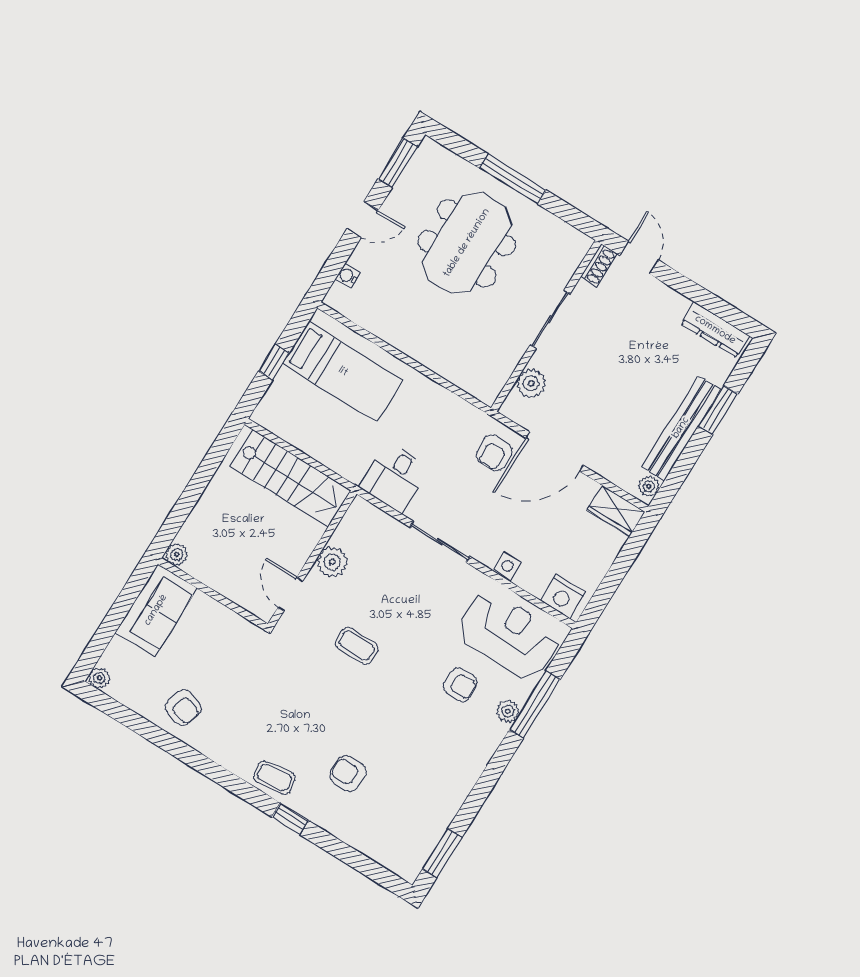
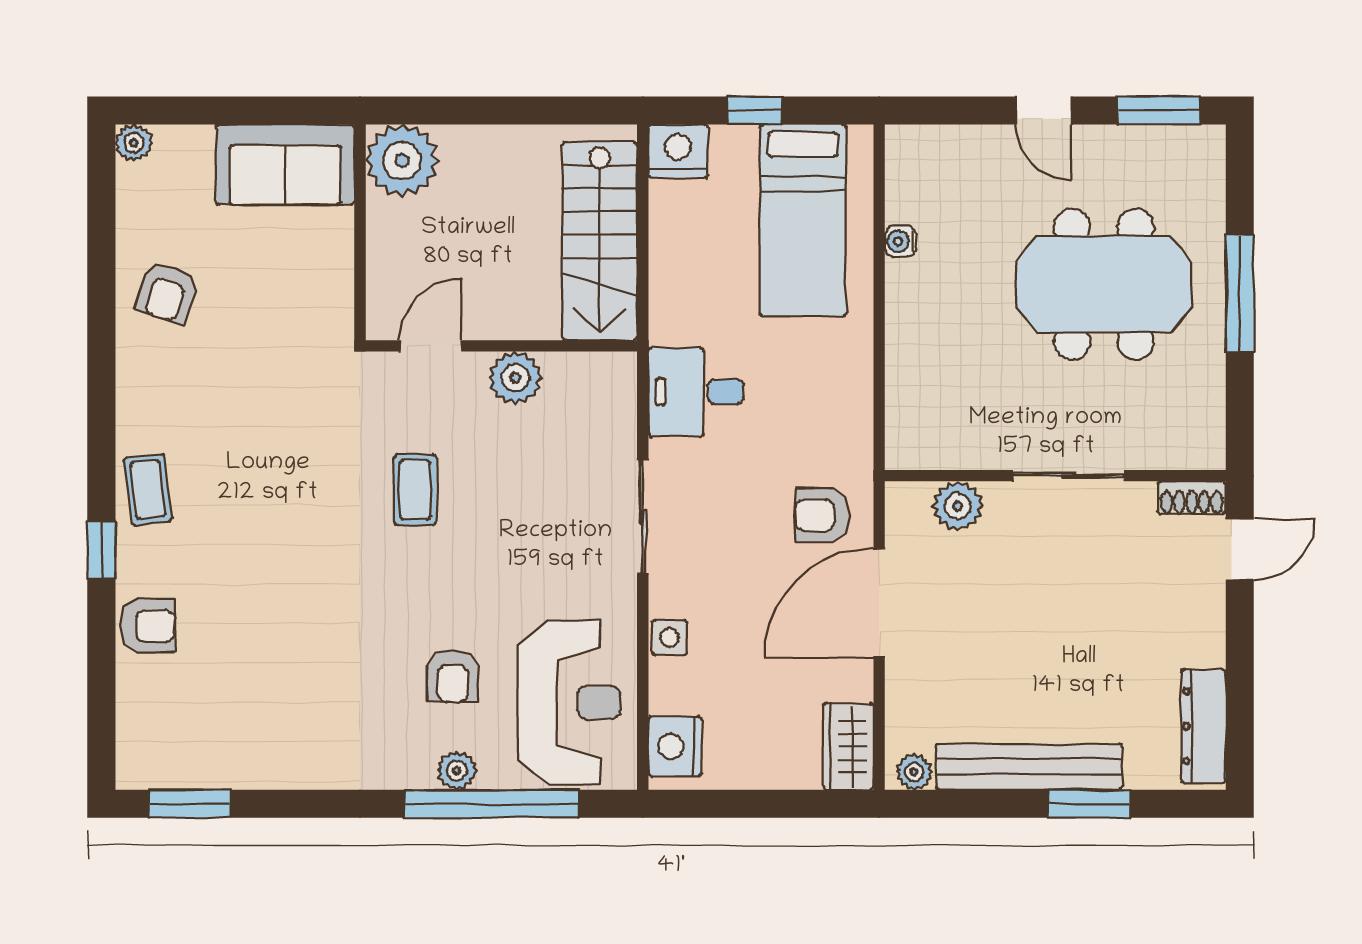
water cooler: (348, 276) -> (900, 241), moved, turned -90
nightstand: (270, 412) -> (678, 151), added
door: (555, 452) -> (879, 603), hinge flipped
plant: (177, 554) -> (402, 161), width x1.88, depth x1.88
window: (535, 704) -> (492, 804), width x1.46
armchair: (348, 774) -> (148, 626), moved, turned 90

